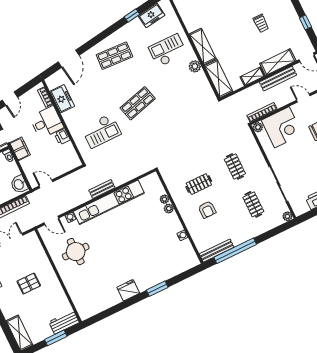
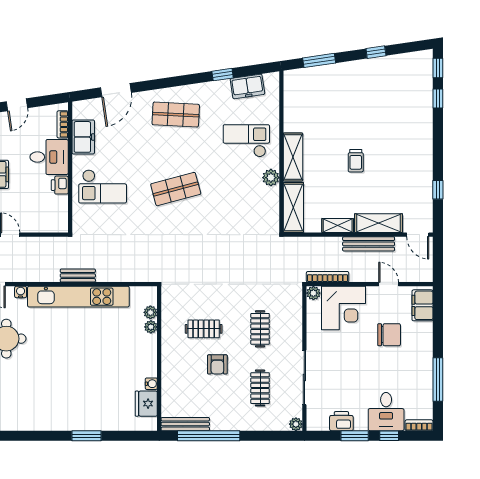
trolley: (261, 23) -> (356, 161), moved
checkout: (101, 131) -> (103, 186), moved
plant: (169, 209) -> (150, 312), moved
armchair: (207, 210) -> (217, 364), moved
fridge: (128, 290) -> (146, 404), moved, turned -90

